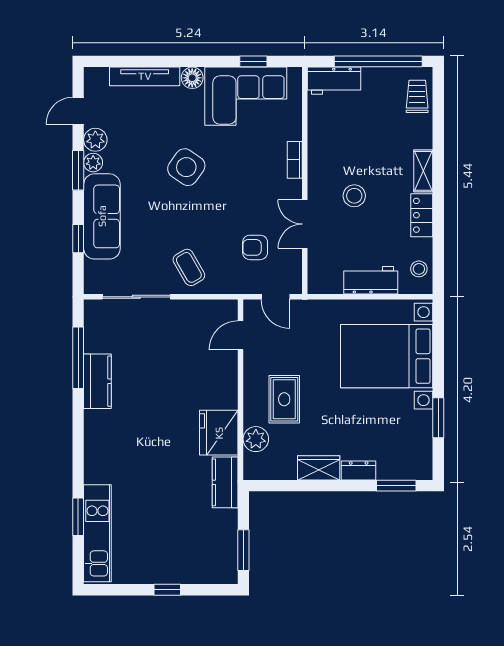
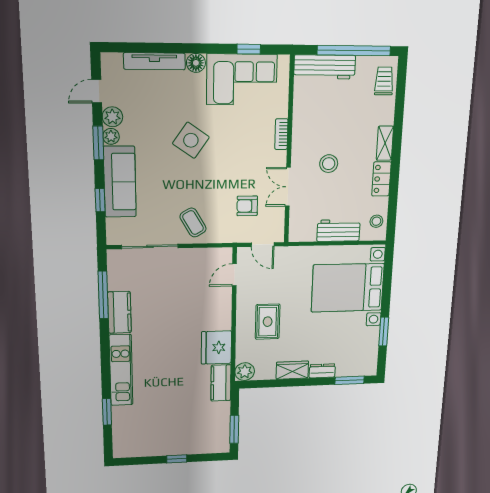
workbench: (334, 81) -> (325, 67), width x1.38
plant: (256, 439) -> (245, 372), moved
kitchen unit: (97, 533) -> (121, 370), moved

